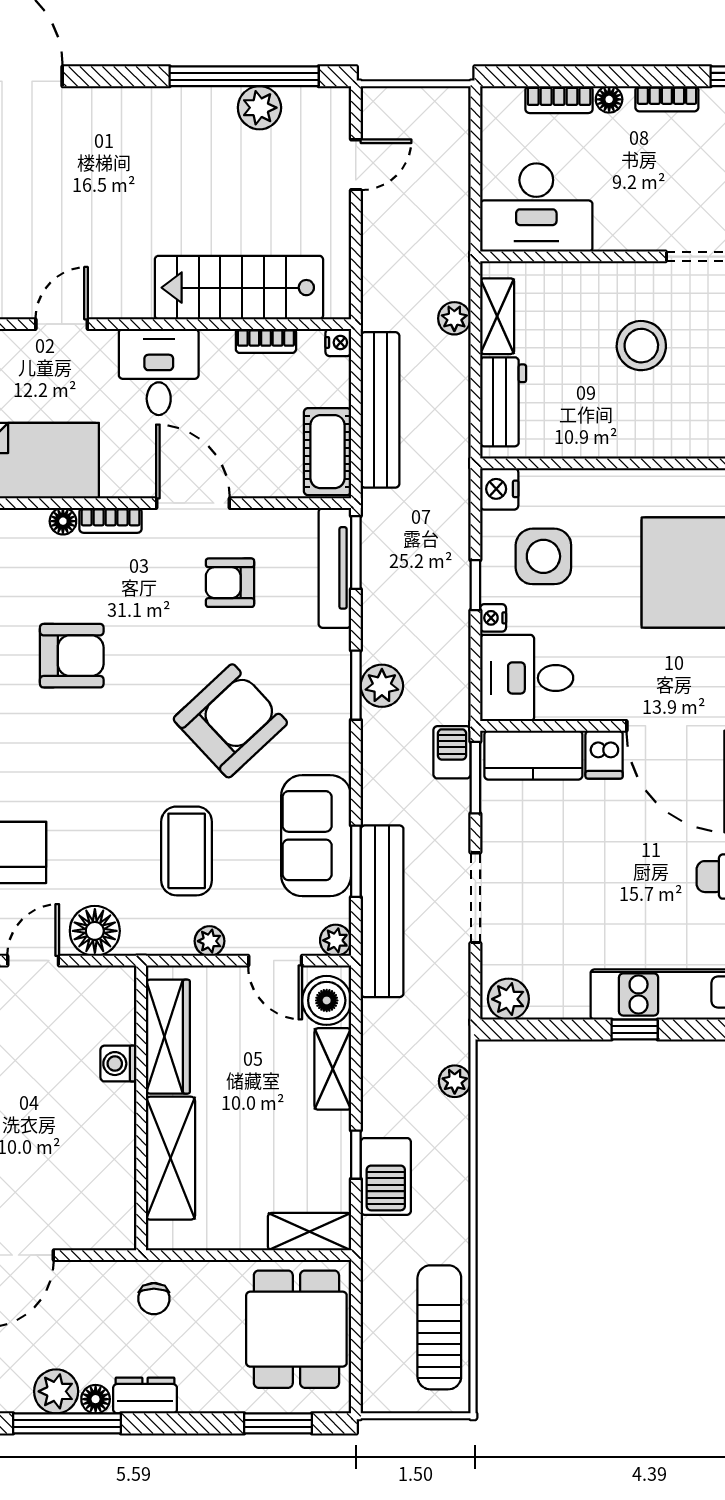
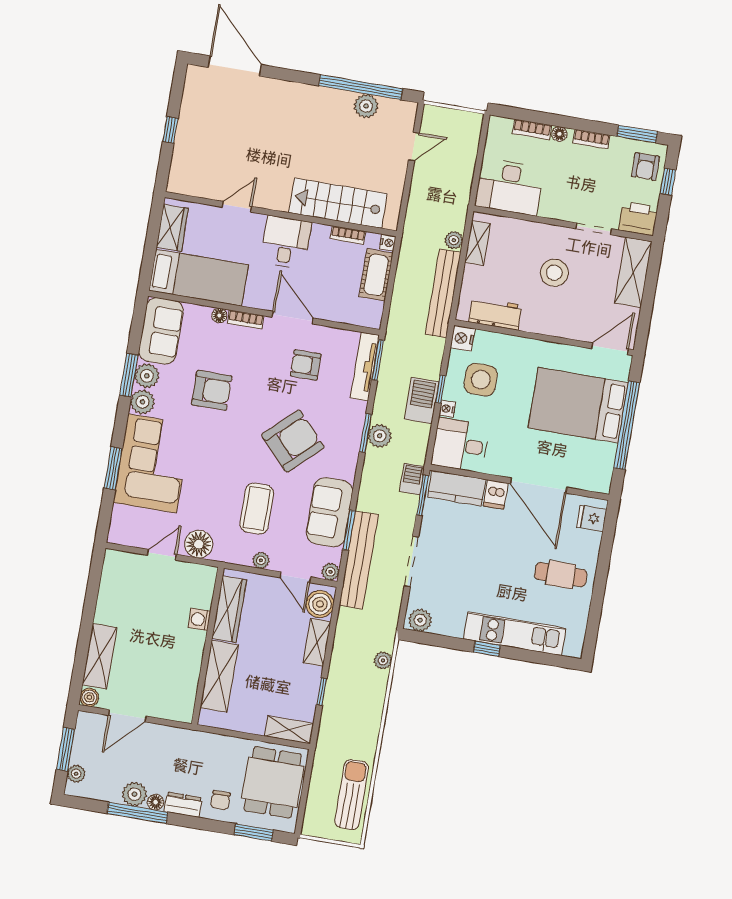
workbench: (503, 402) -> (495, 314), moved, turned -90
bench: (380, 410) -> (443, 293), moved
cot: (328, 452) -> (376, 275), moved
barbecue: (386, 1176) -> (422, 401), moved, turned 180
chair: (154, 1299) -> (220, 800), moved

